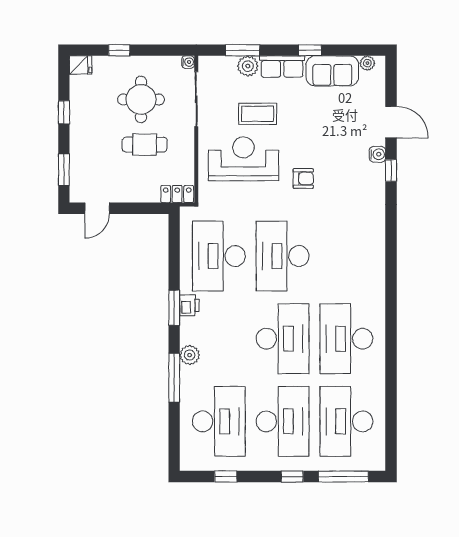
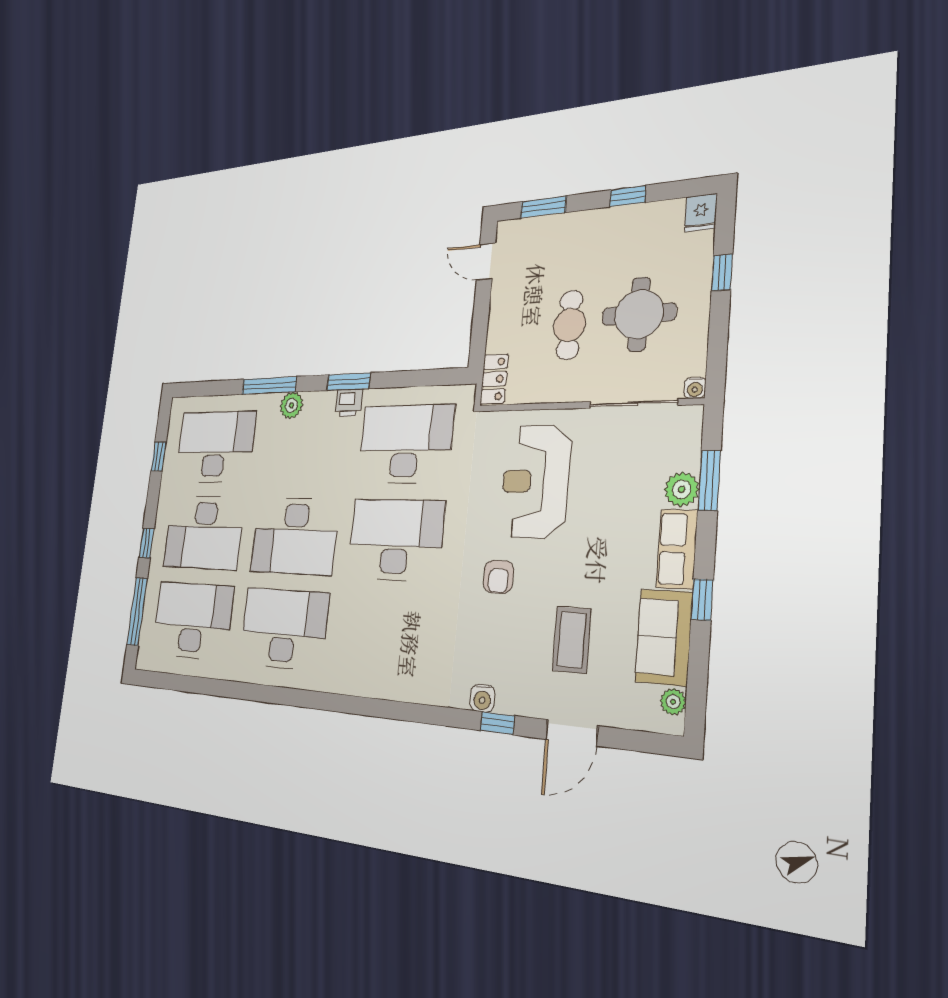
coffee table: (258, 114) -> (572, 640), moved
water cooler: (377, 154) -> (482, 698), moved
reception desk: (243, 159) -> (535, 481), turned 180
desk: (219, 421) -> (215, 447), turned 180

